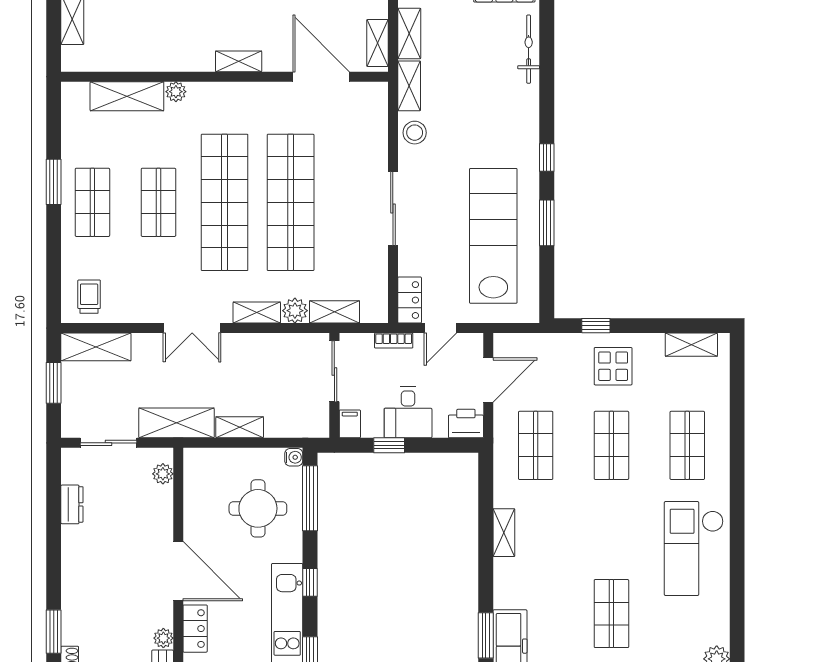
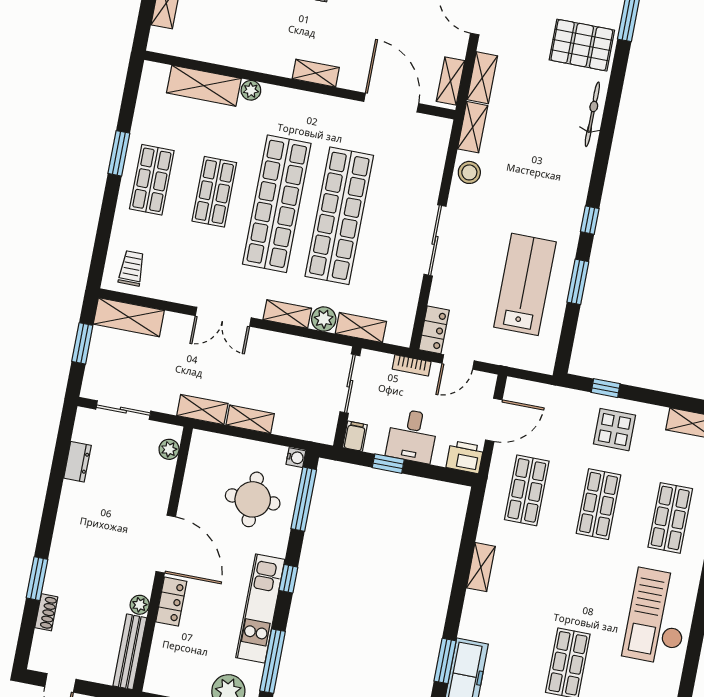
lab bench: (493, 236) -> (525, 284), width x0.73
shelving: (176, 423) -> (202, 409), width x0.67, depth x0.75

